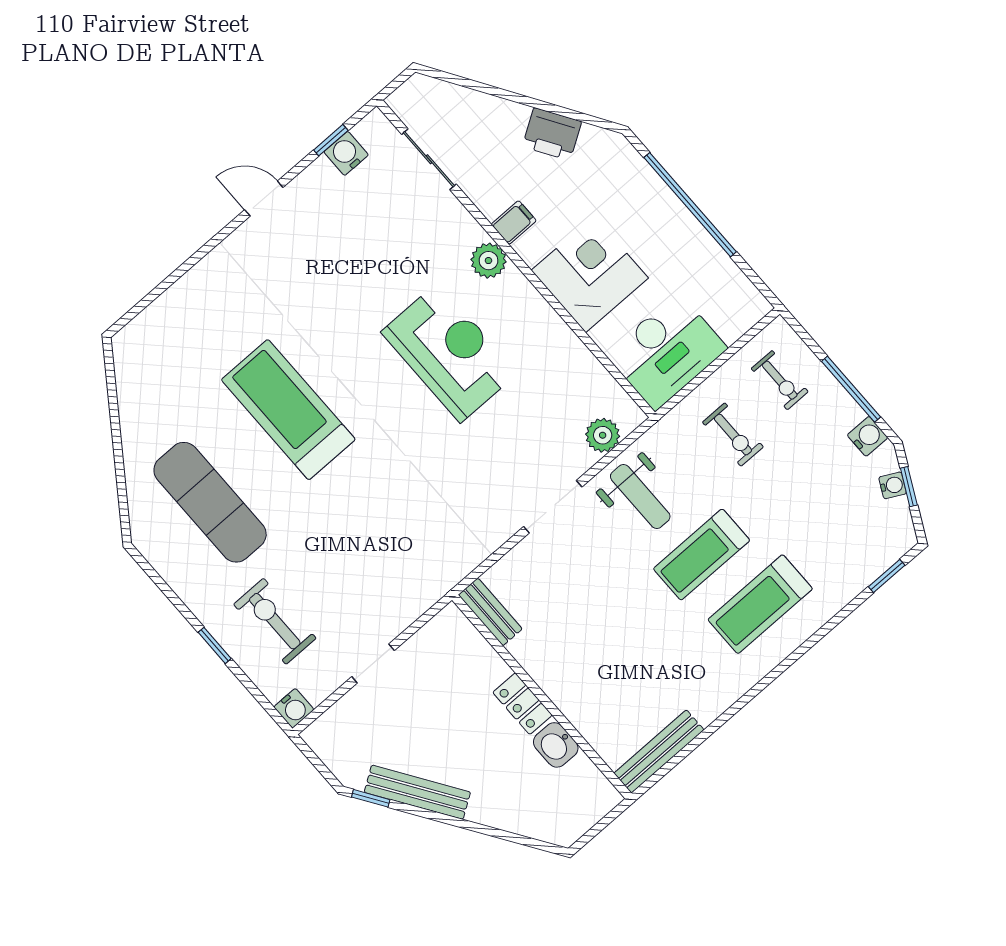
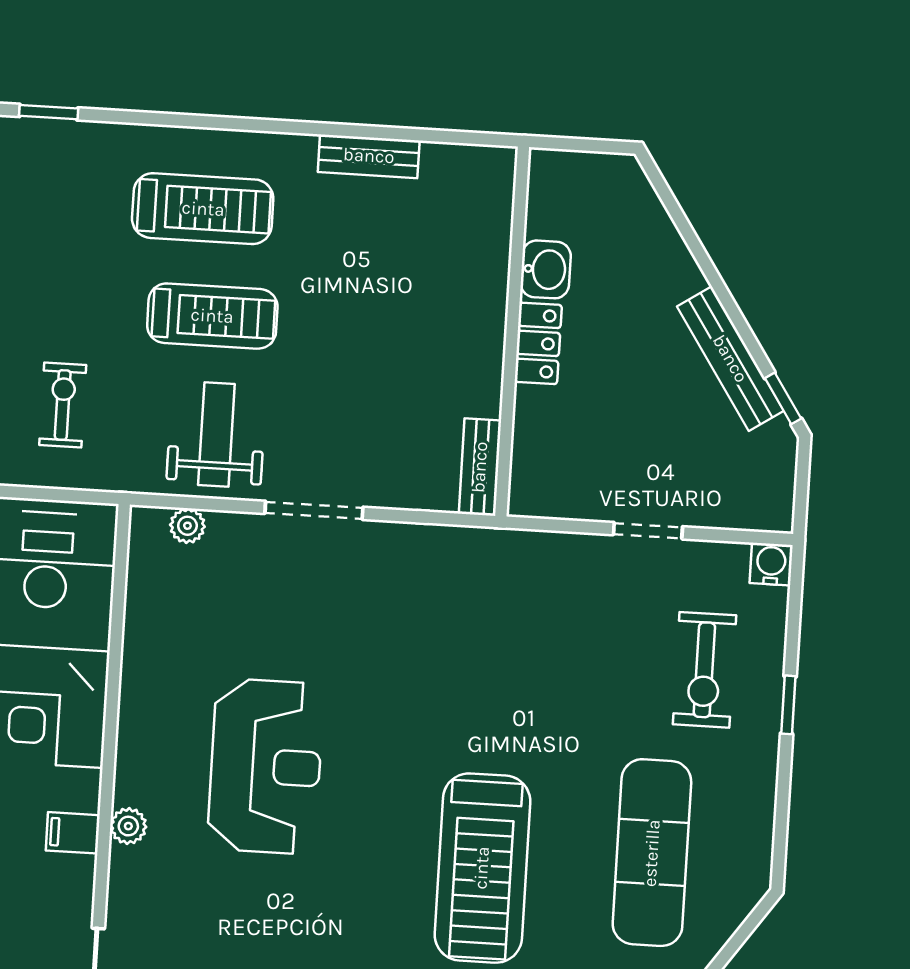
plant: (488, 261) -> (128, 826), width x0.73, depth x0.73
reception desk: (449, 353) -> (266, 766), turned 180
plant: (603, 435) -> (187, 526), width x0.73, depth x0.73
bench: (659, 751) -> (369, 156), moved, width x0.73

